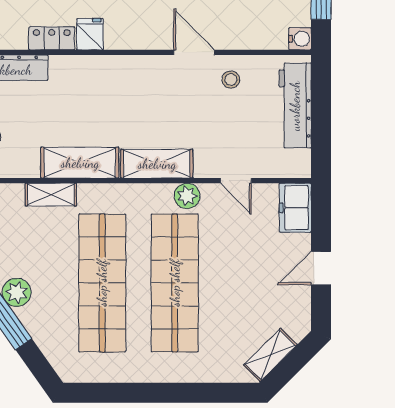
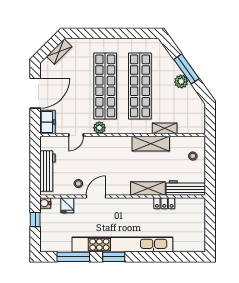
fridge: (90, 34) -> (67, 205), moved
door: (194, 52) -> (96, 197), swing flipped
shelving: (157, 164) -> (148, 188), moved
door: (236, 181) -> (76, 135), swing flipped
door: (321, 268) -> (35, 93), width x1.87

